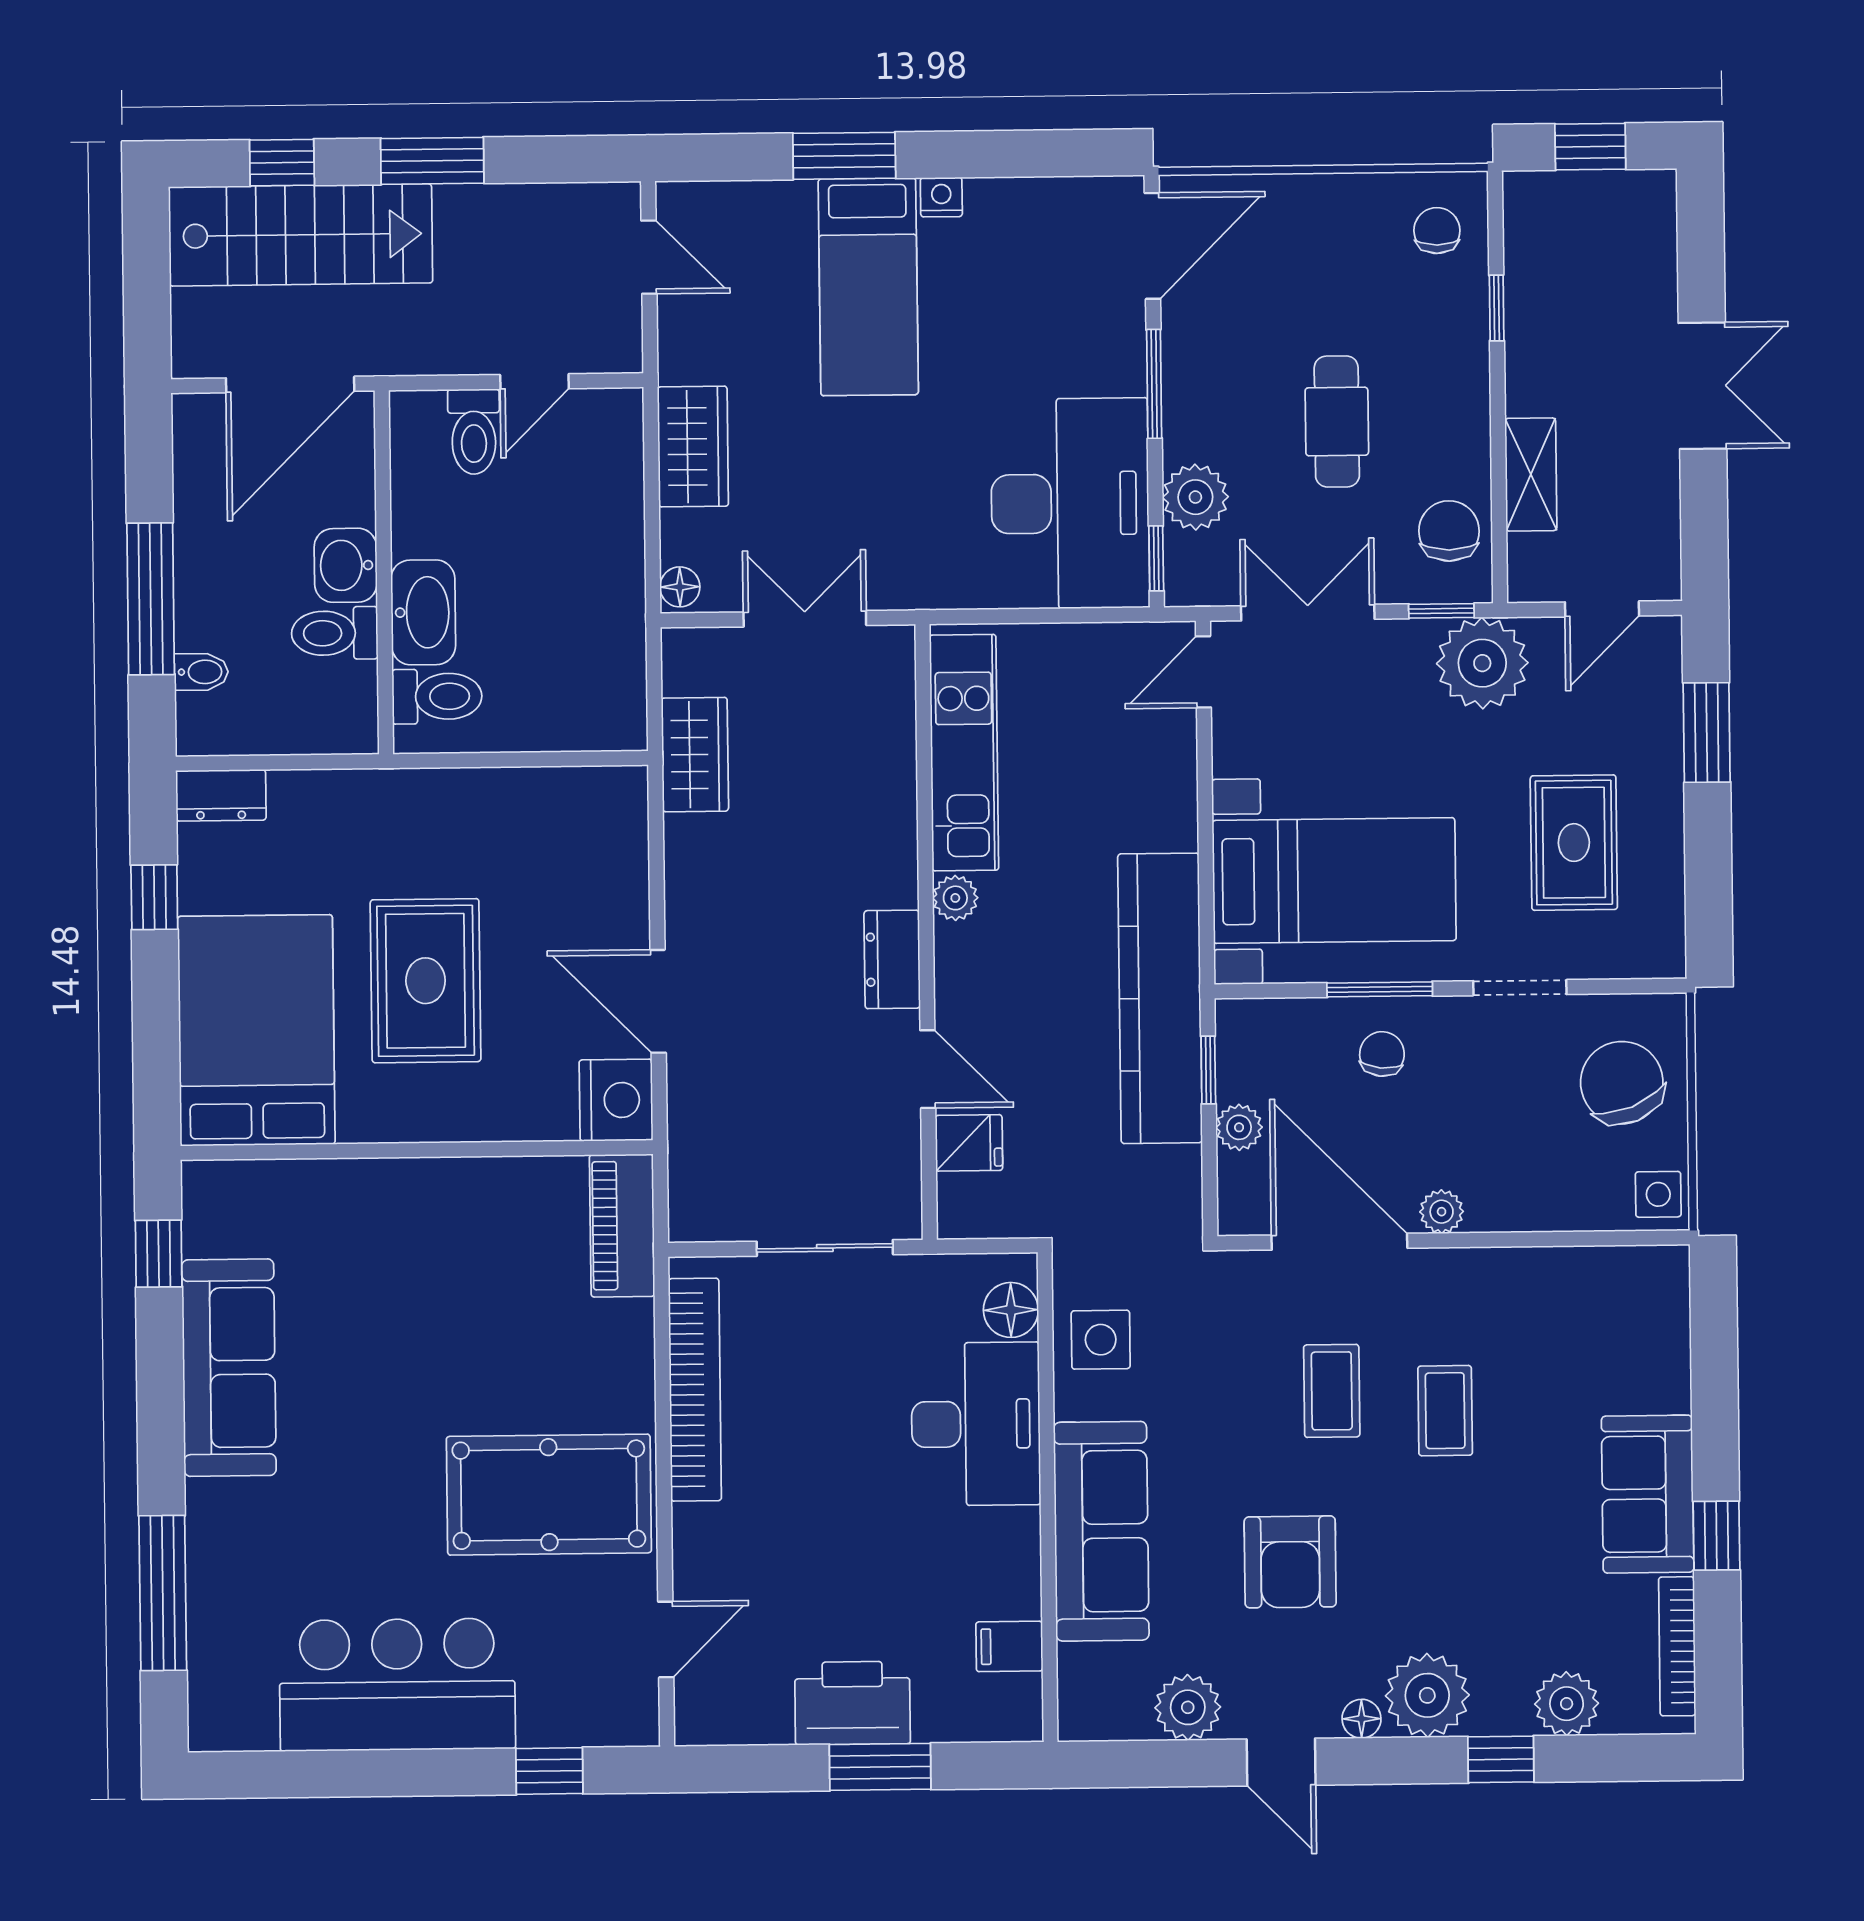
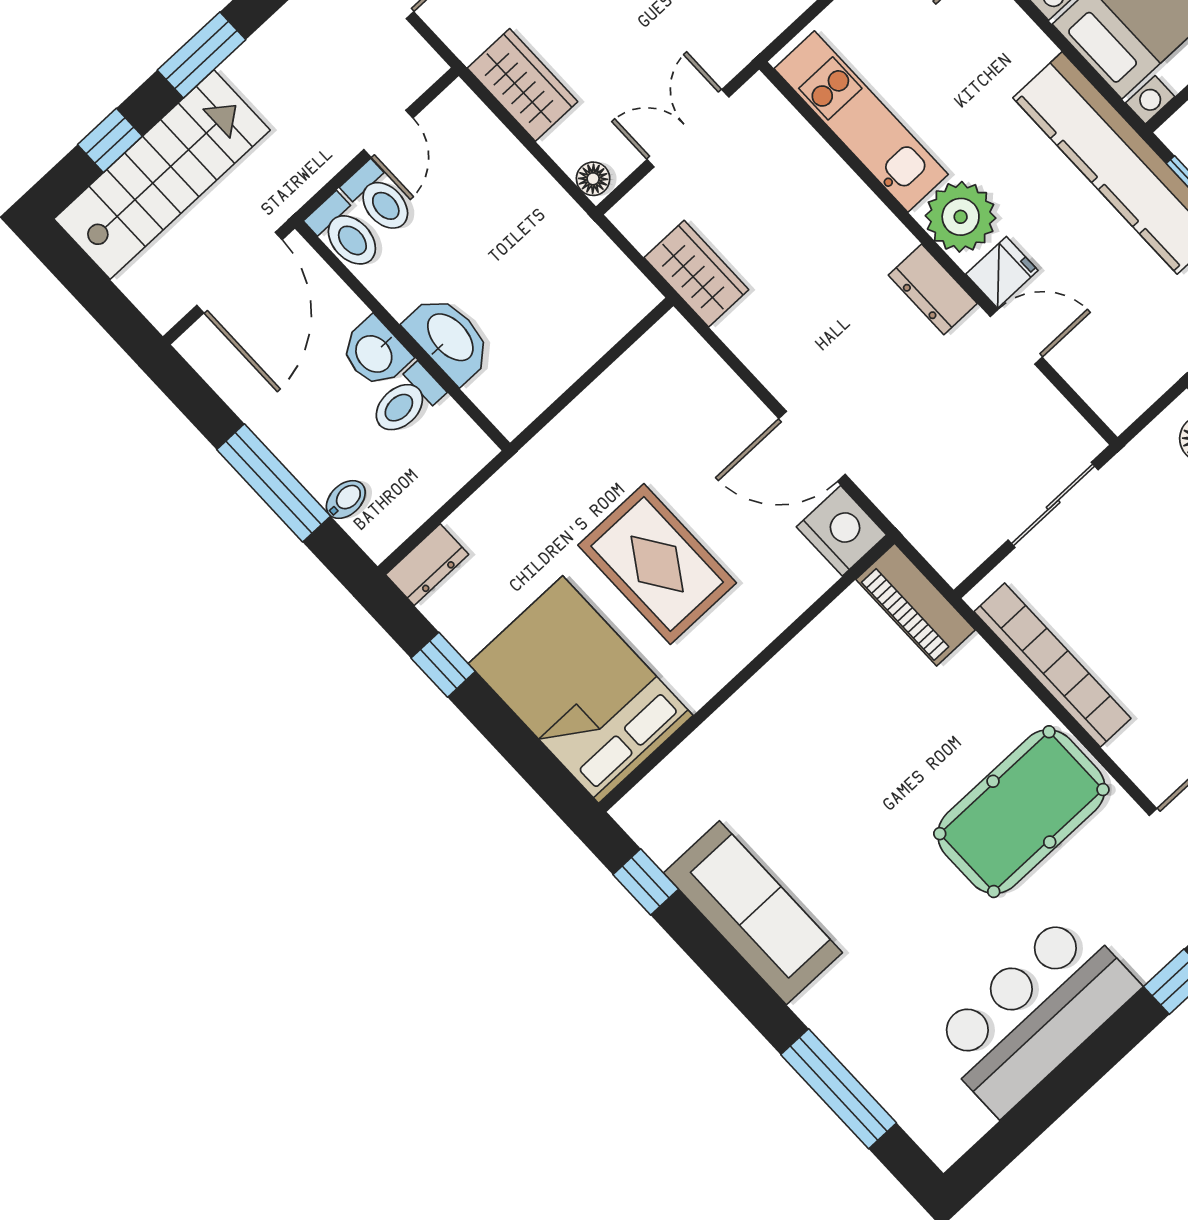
toilet: (437, 696) -> (345, 233), moved, turned 90
plant: (955, 898) -> (961, 217), width x1.87, depth x1.87
fridge: (969, 1143) -> (1002, 272), moved

